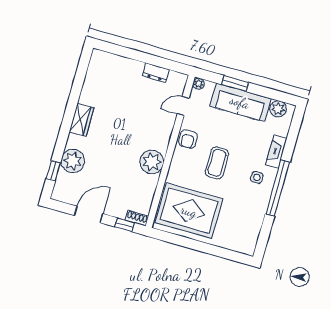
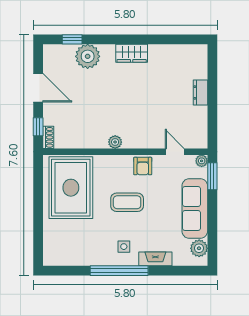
dresser: (156, 73) -> (200, 92), moved
window: (235, 83) -> (212, 176), moved
armchair: (188, 139) -> (143, 166), turned -90
plant: (152, 162) -> (115, 142), width x0.53, depth x0.53

